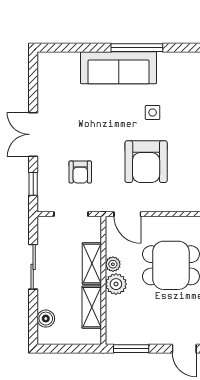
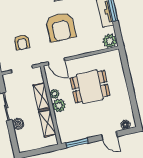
boiler: (46, 319) -> (18, 124), moved

